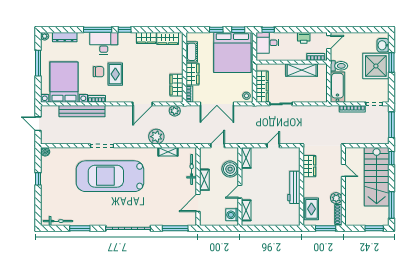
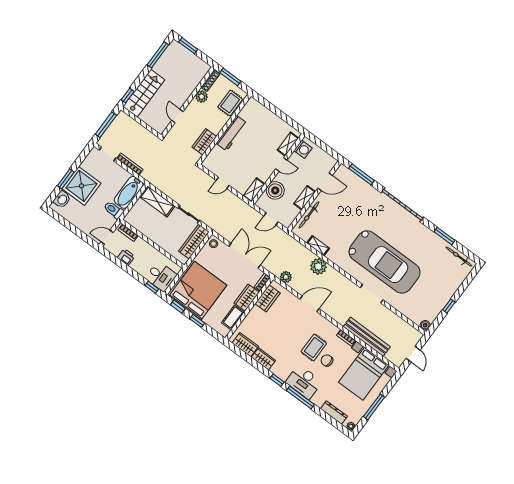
shelving: (302, 70) -> (157, 201), moved
stairs: (377, 177) -> (144, 93), width x0.73, depth x0.66

